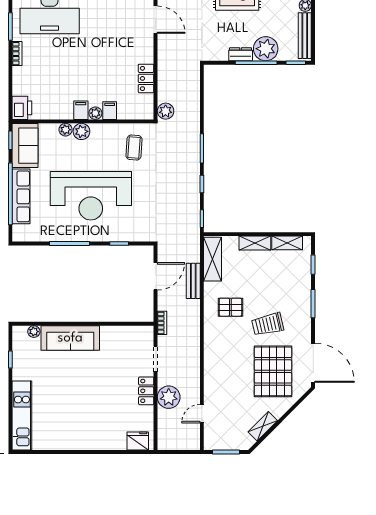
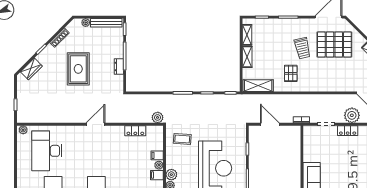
plant: (266, 49) -> (115, 49), removed
bench: (193, 281) -> (273, 99), removed

